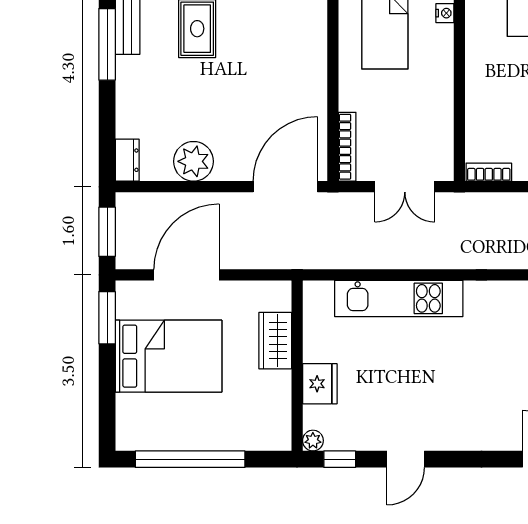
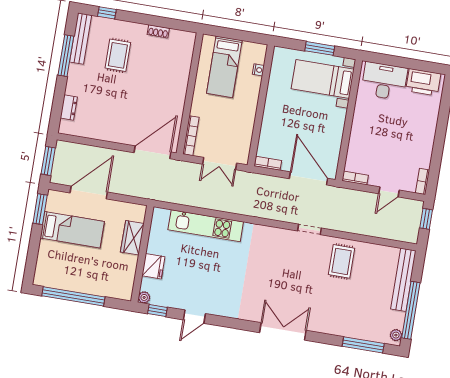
dresser: (127, 160) -> (69, 108), moved
plant: (194, 161) -> (103, 129), removed
bed: (169, 356) -> (72, 230), width x0.67

